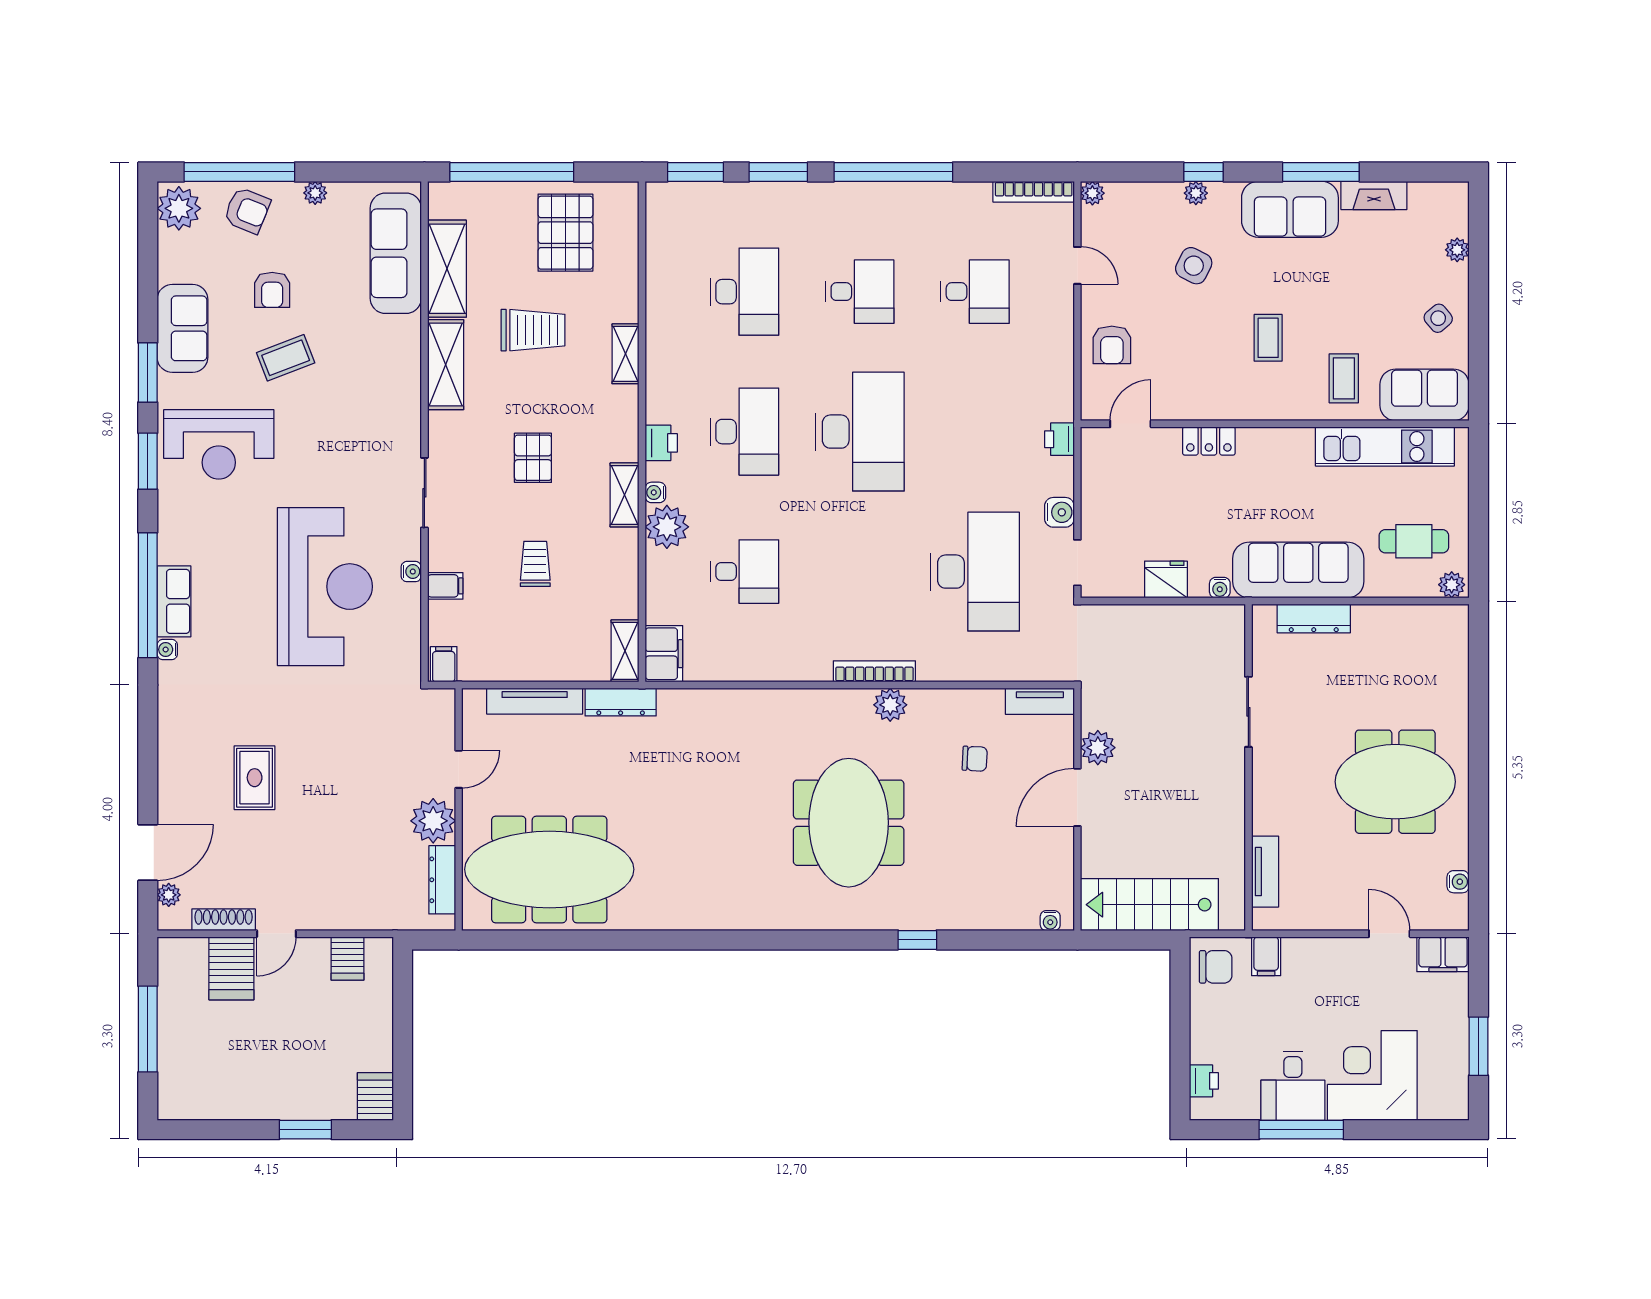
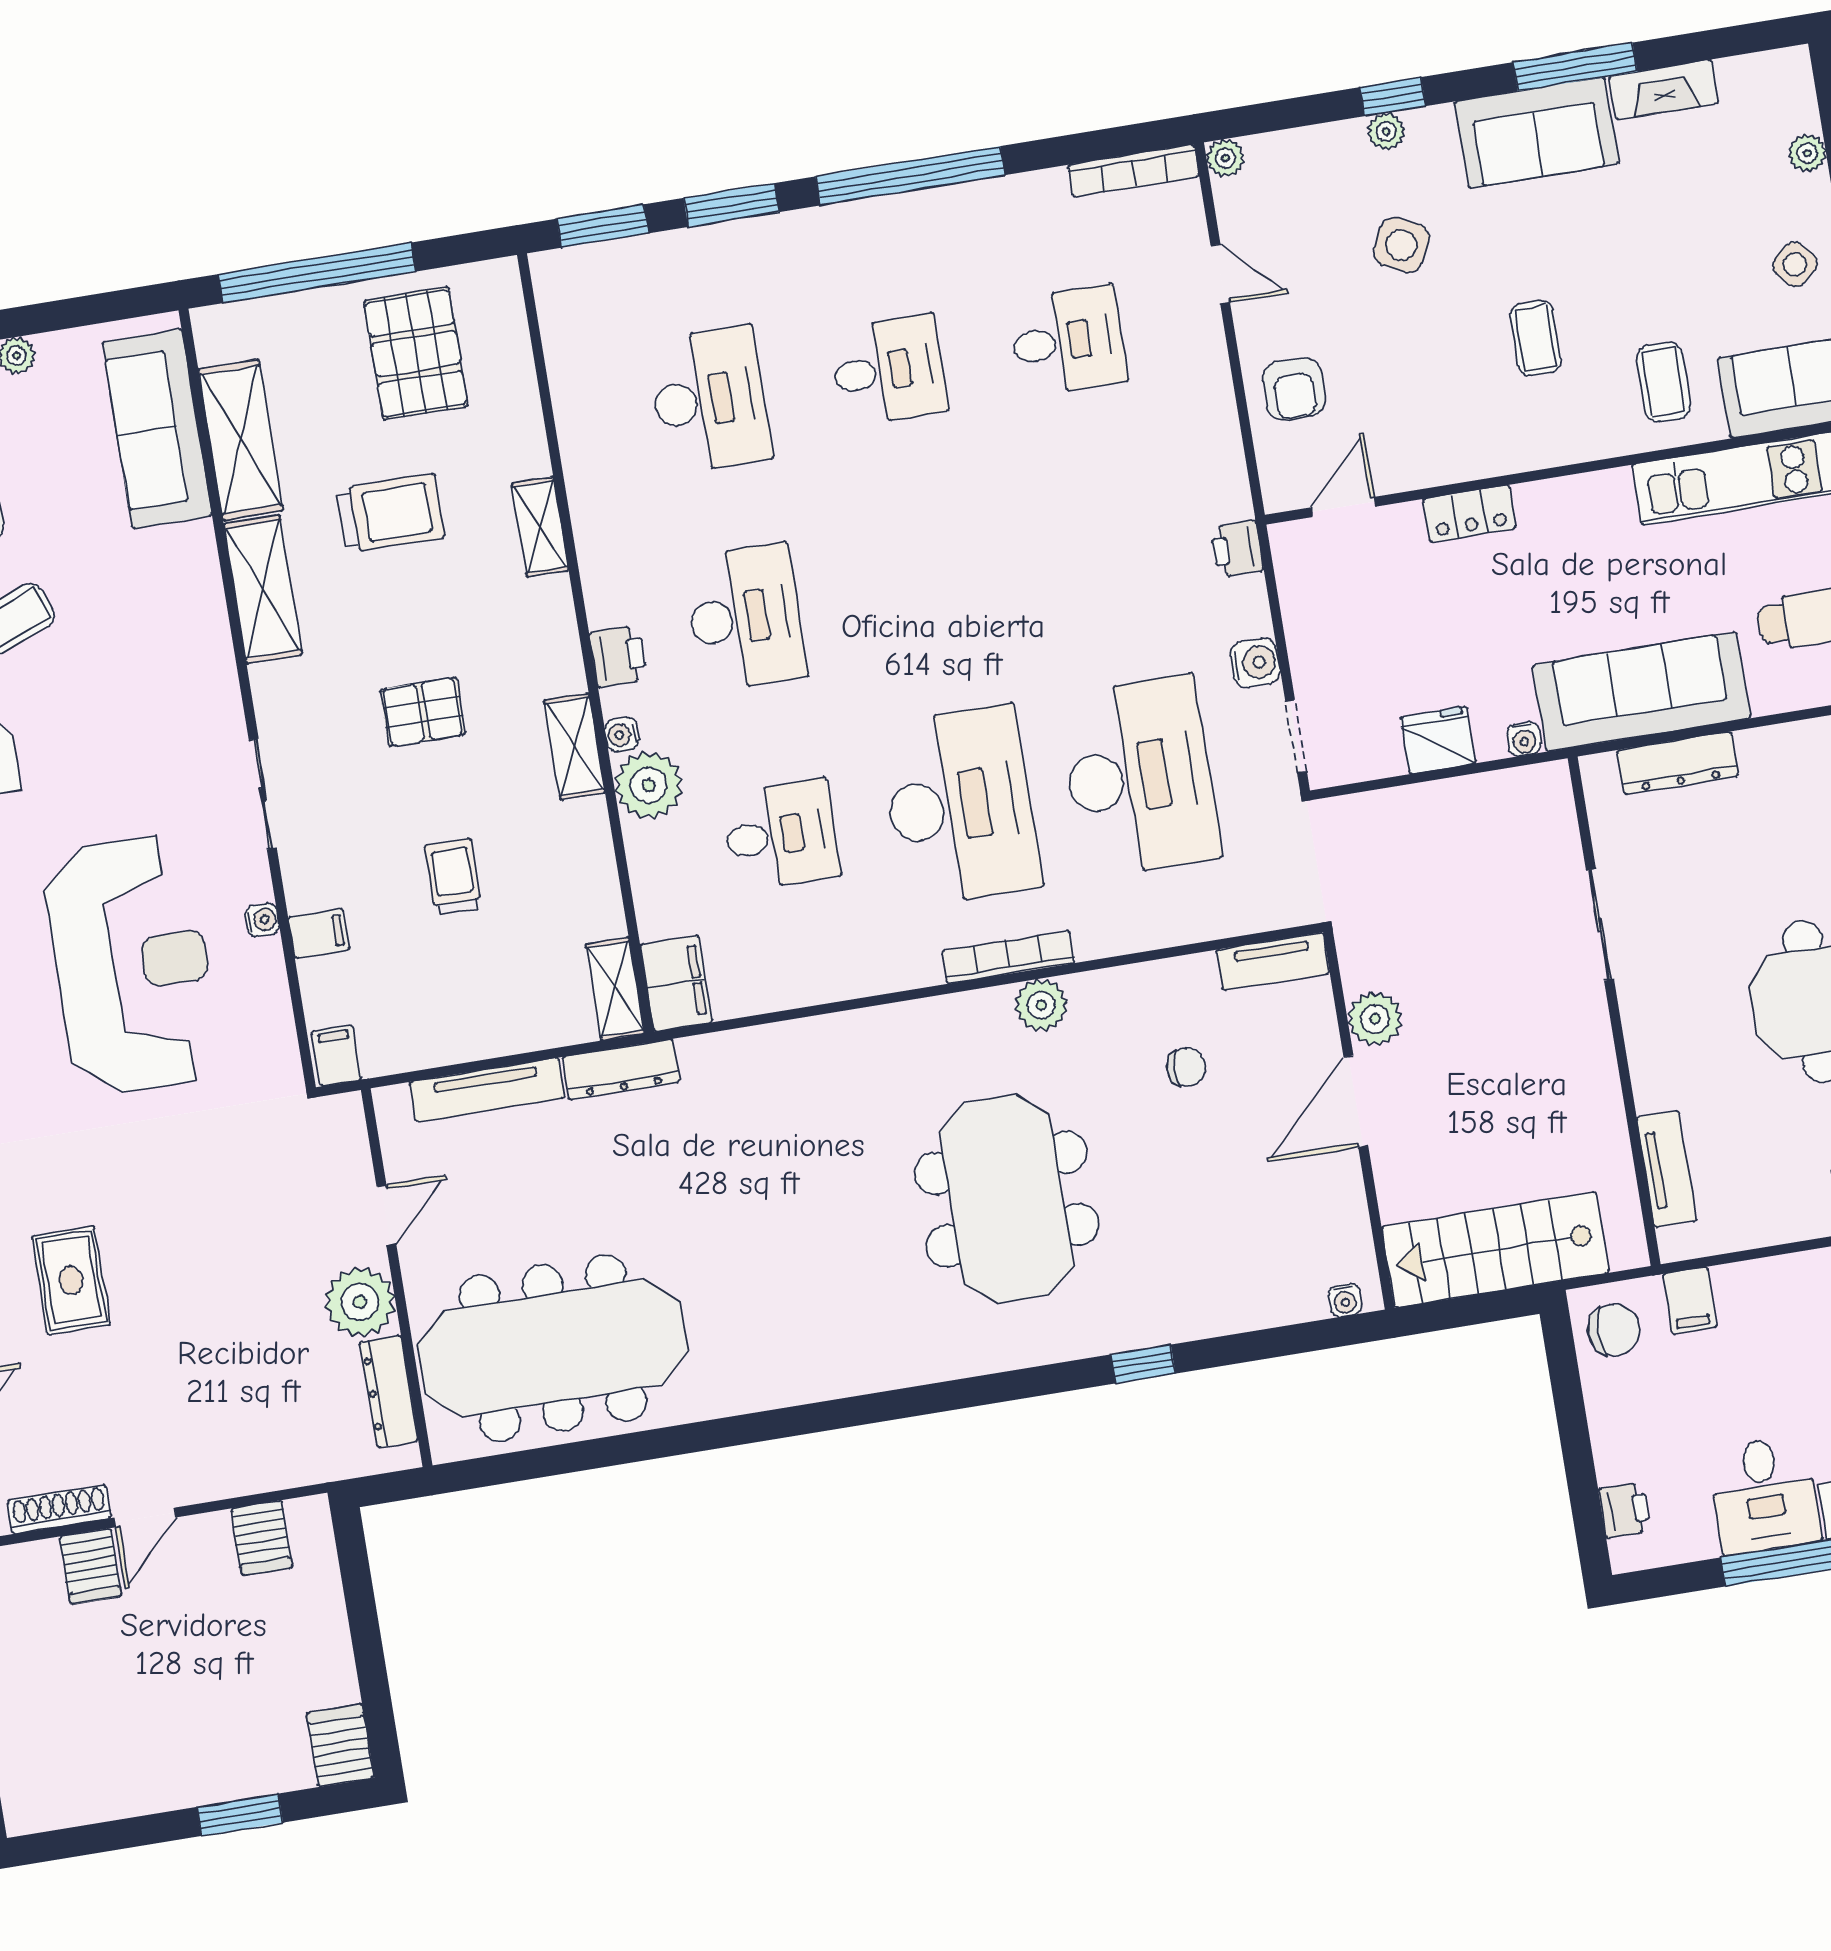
desk: (860, 432) -> (960, 806), moved
pallet: (533, 458) -> (423, 712), turned 90
server rack: (231, 968) -> (91, 1566), width x0.73, depth x0.70

